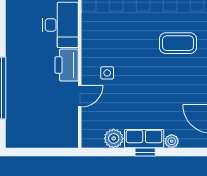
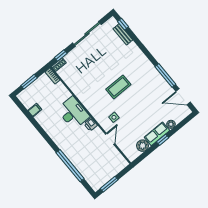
coffee table: (178, 43) -> (118, 87), moved
printer: (67, 65) -> (91, 124), width x0.53, depth x0.68
window: (31, 152) -> (109, 184), added

